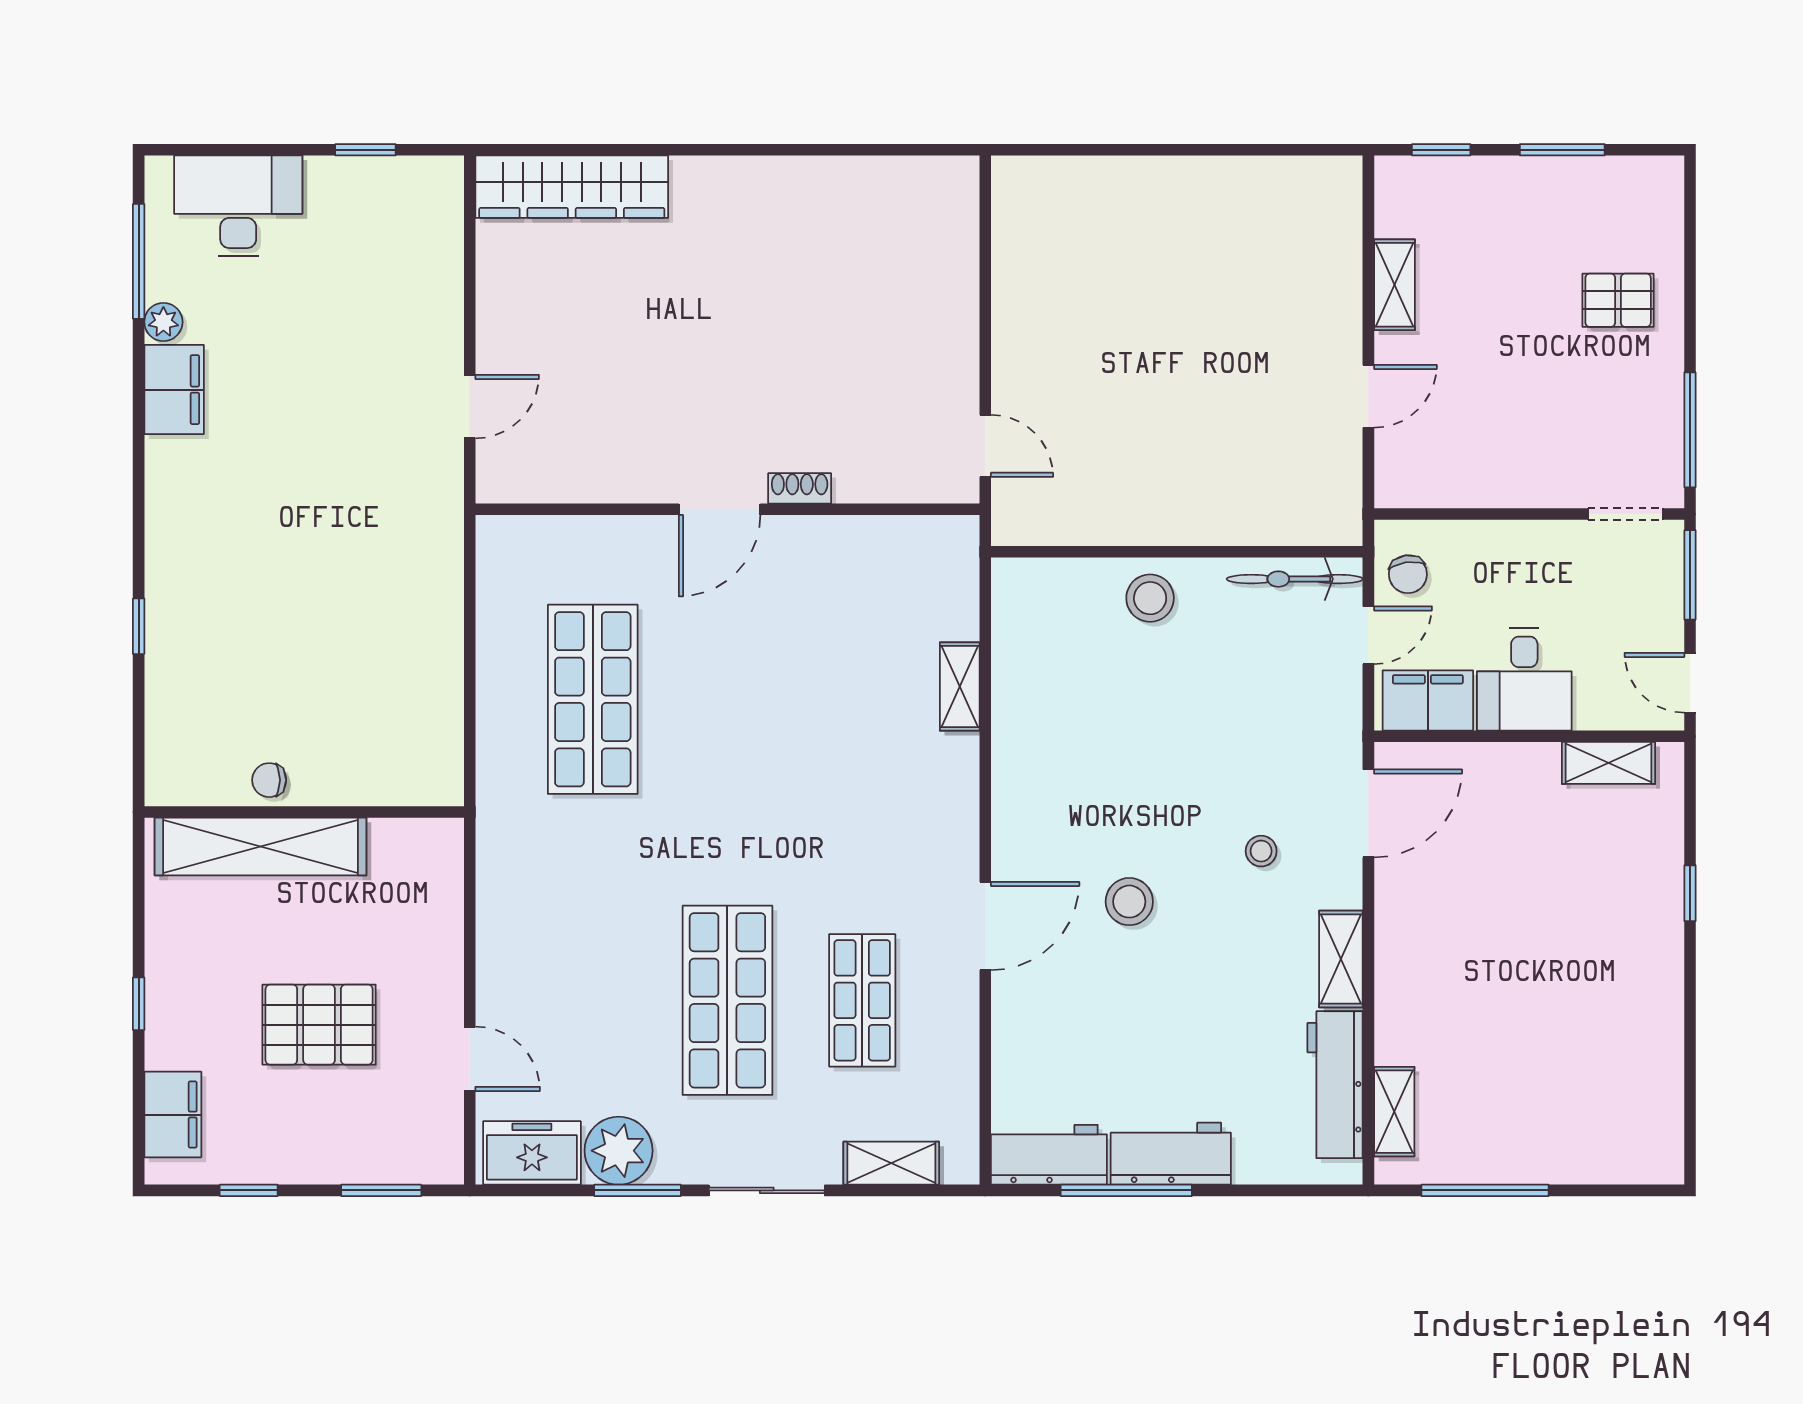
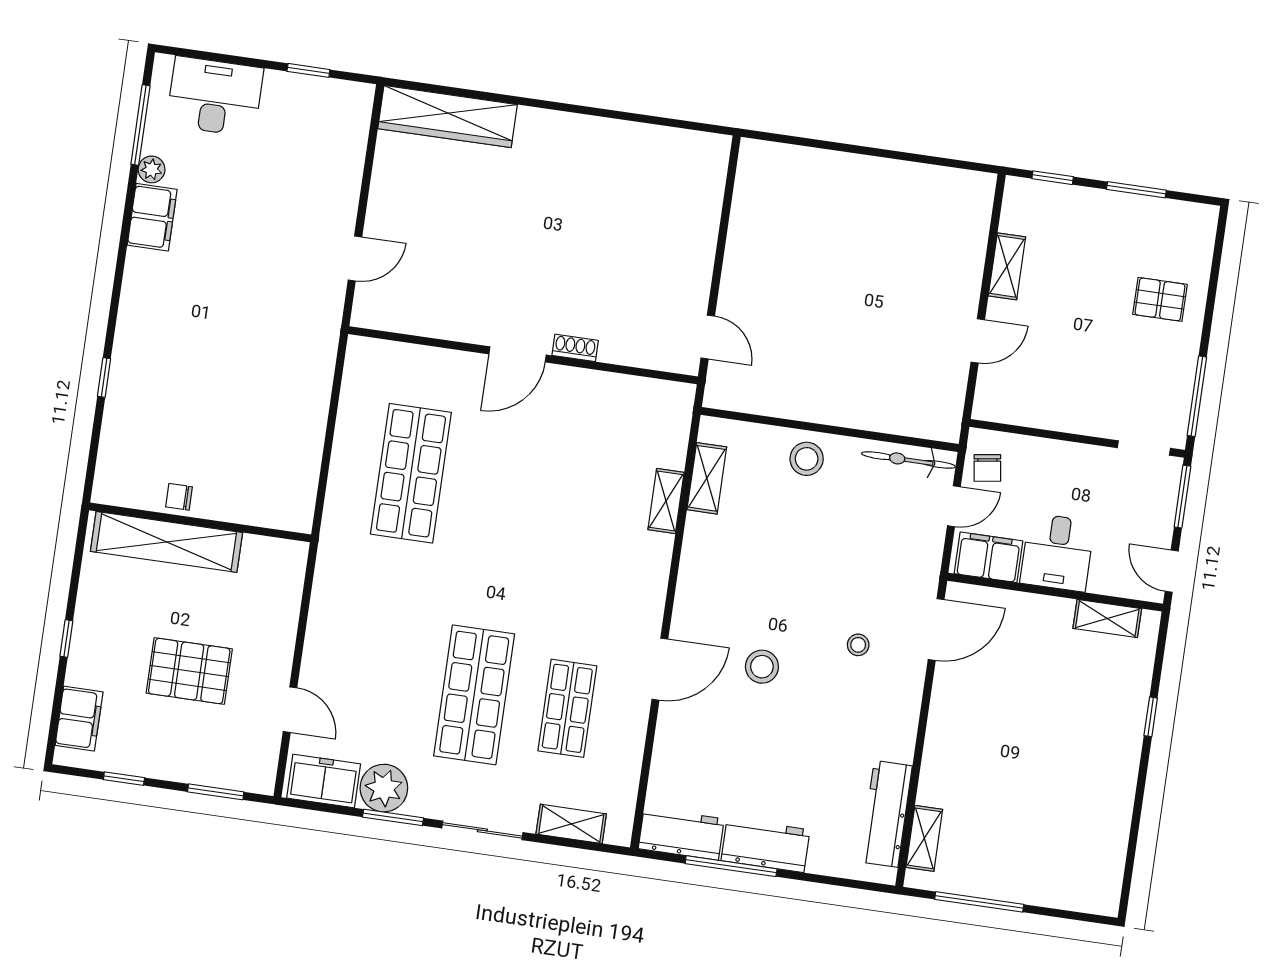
shelving: (1341, 959) -> (707, 478), moved

